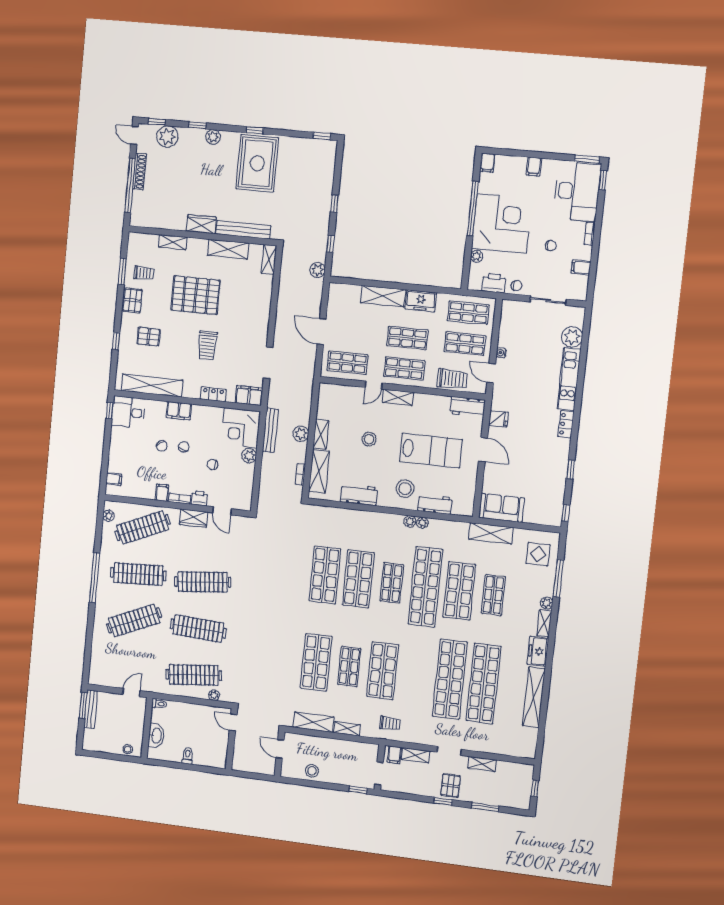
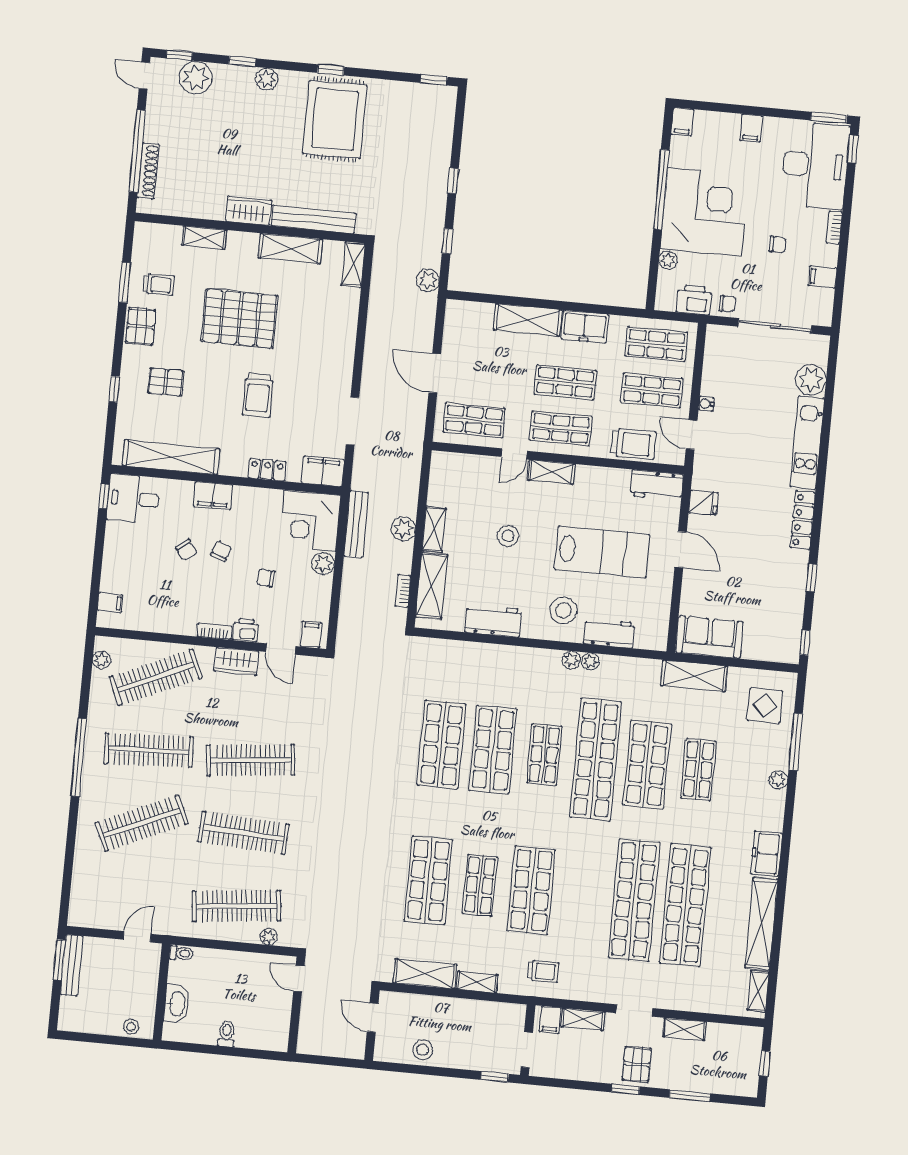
shoe rack: (139, 172) -> (148, 171), moved
sliding door: (548, 301) -> (775, 326), width x1.37
locker: (566, 424) -> (803, 520), width x1.53
filing cabinet: (162, 493) -> (311, 635), moved
shelving: (544, 623) -> (758, 991), moved

